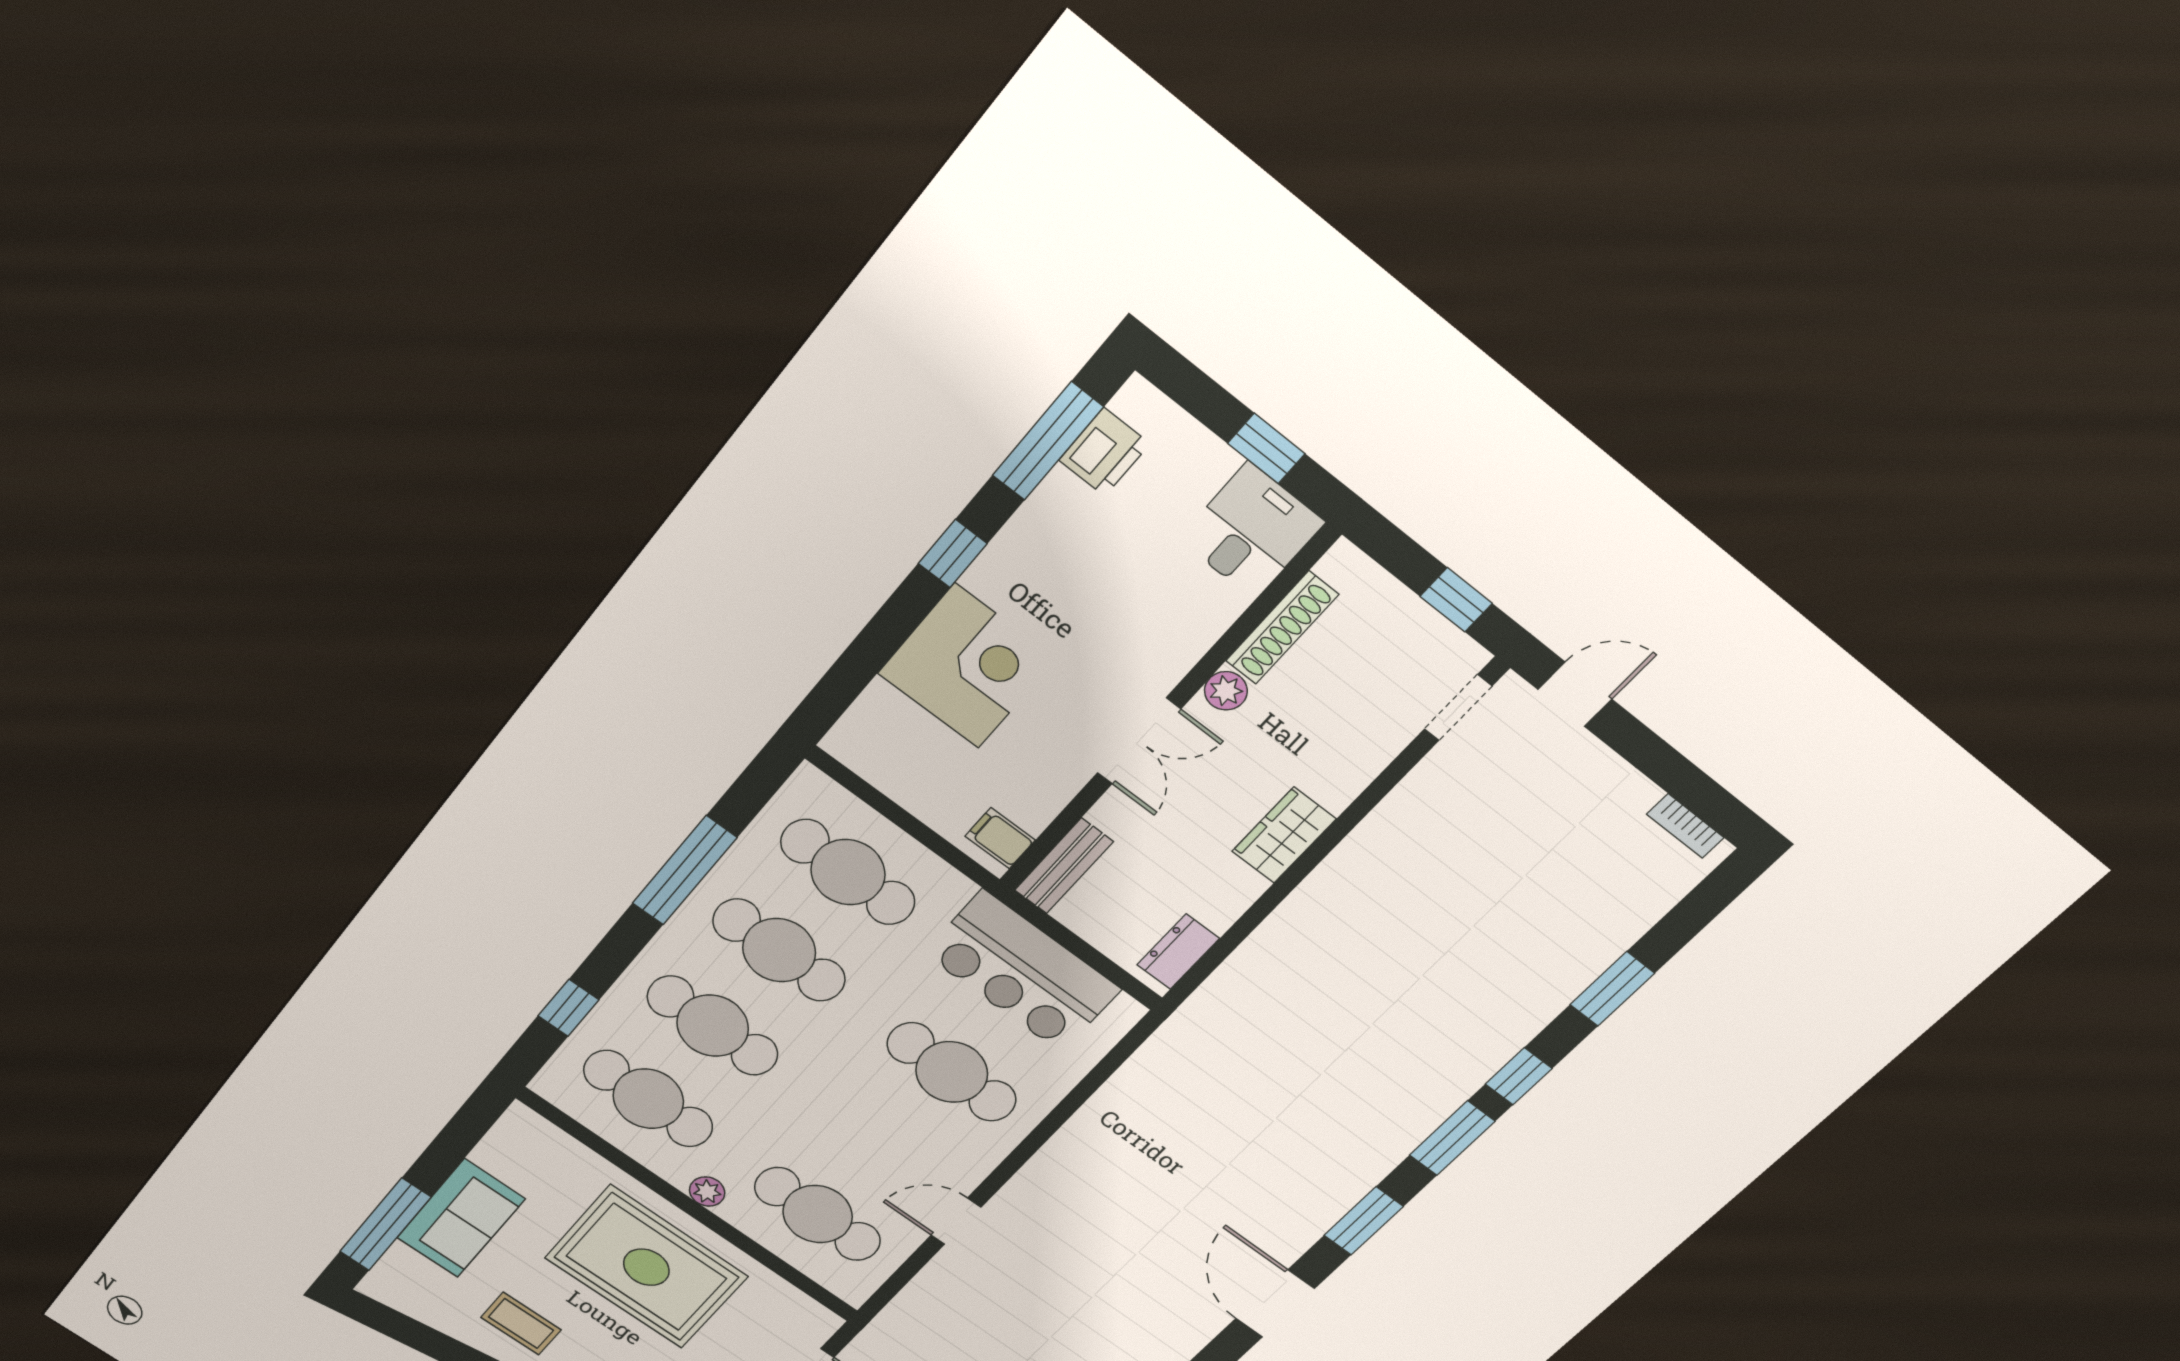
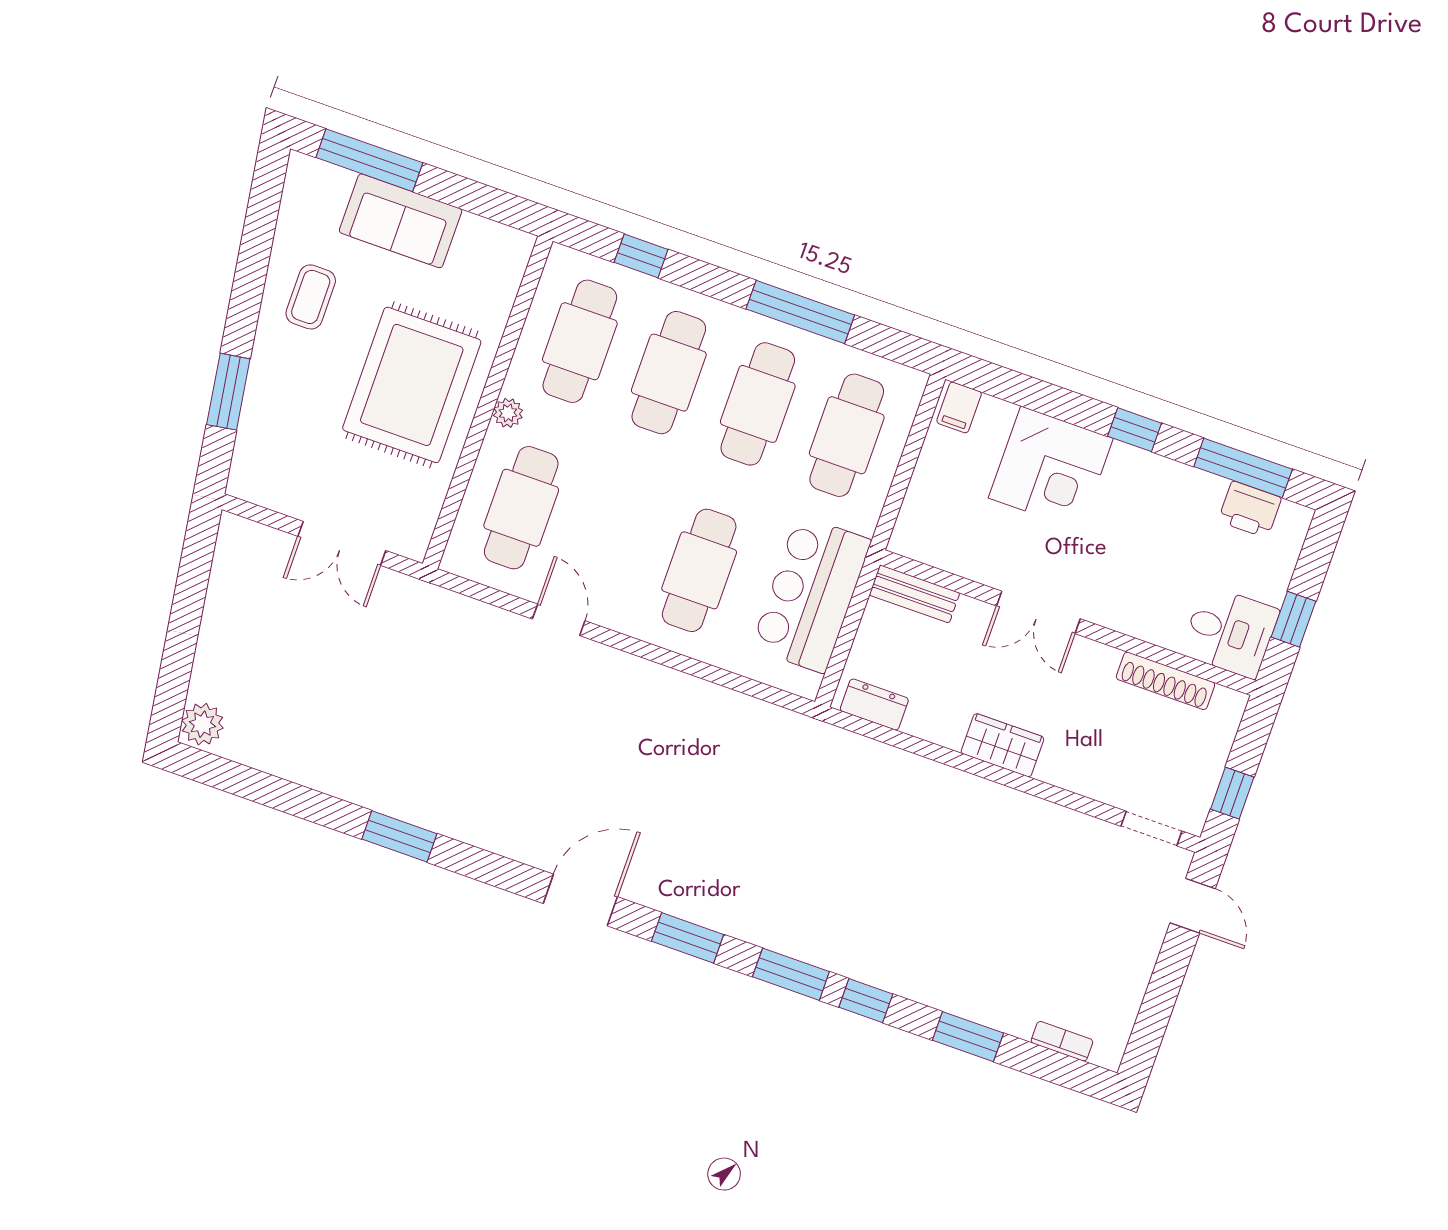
plant: (1226, 691) -> (1102, 660), removed
bookcase: (1685, 826) -> (1062, 1041), moved, turned 90
filing cabinet: (1000, 838) -> (959, 407), moved, turned 180

